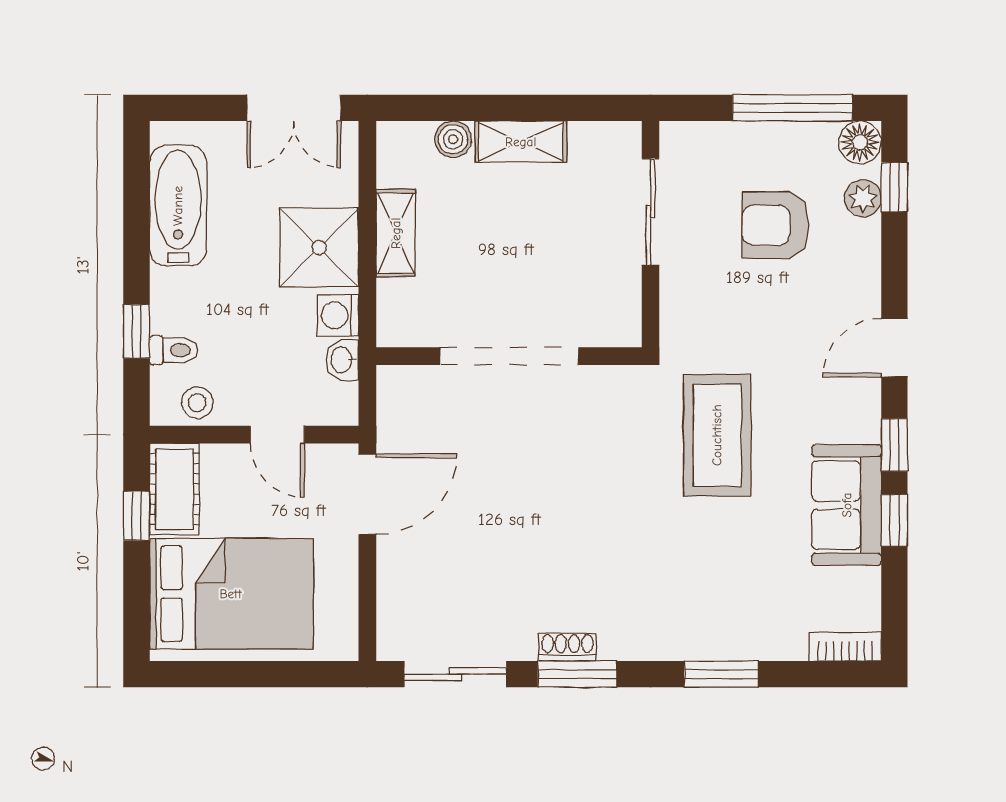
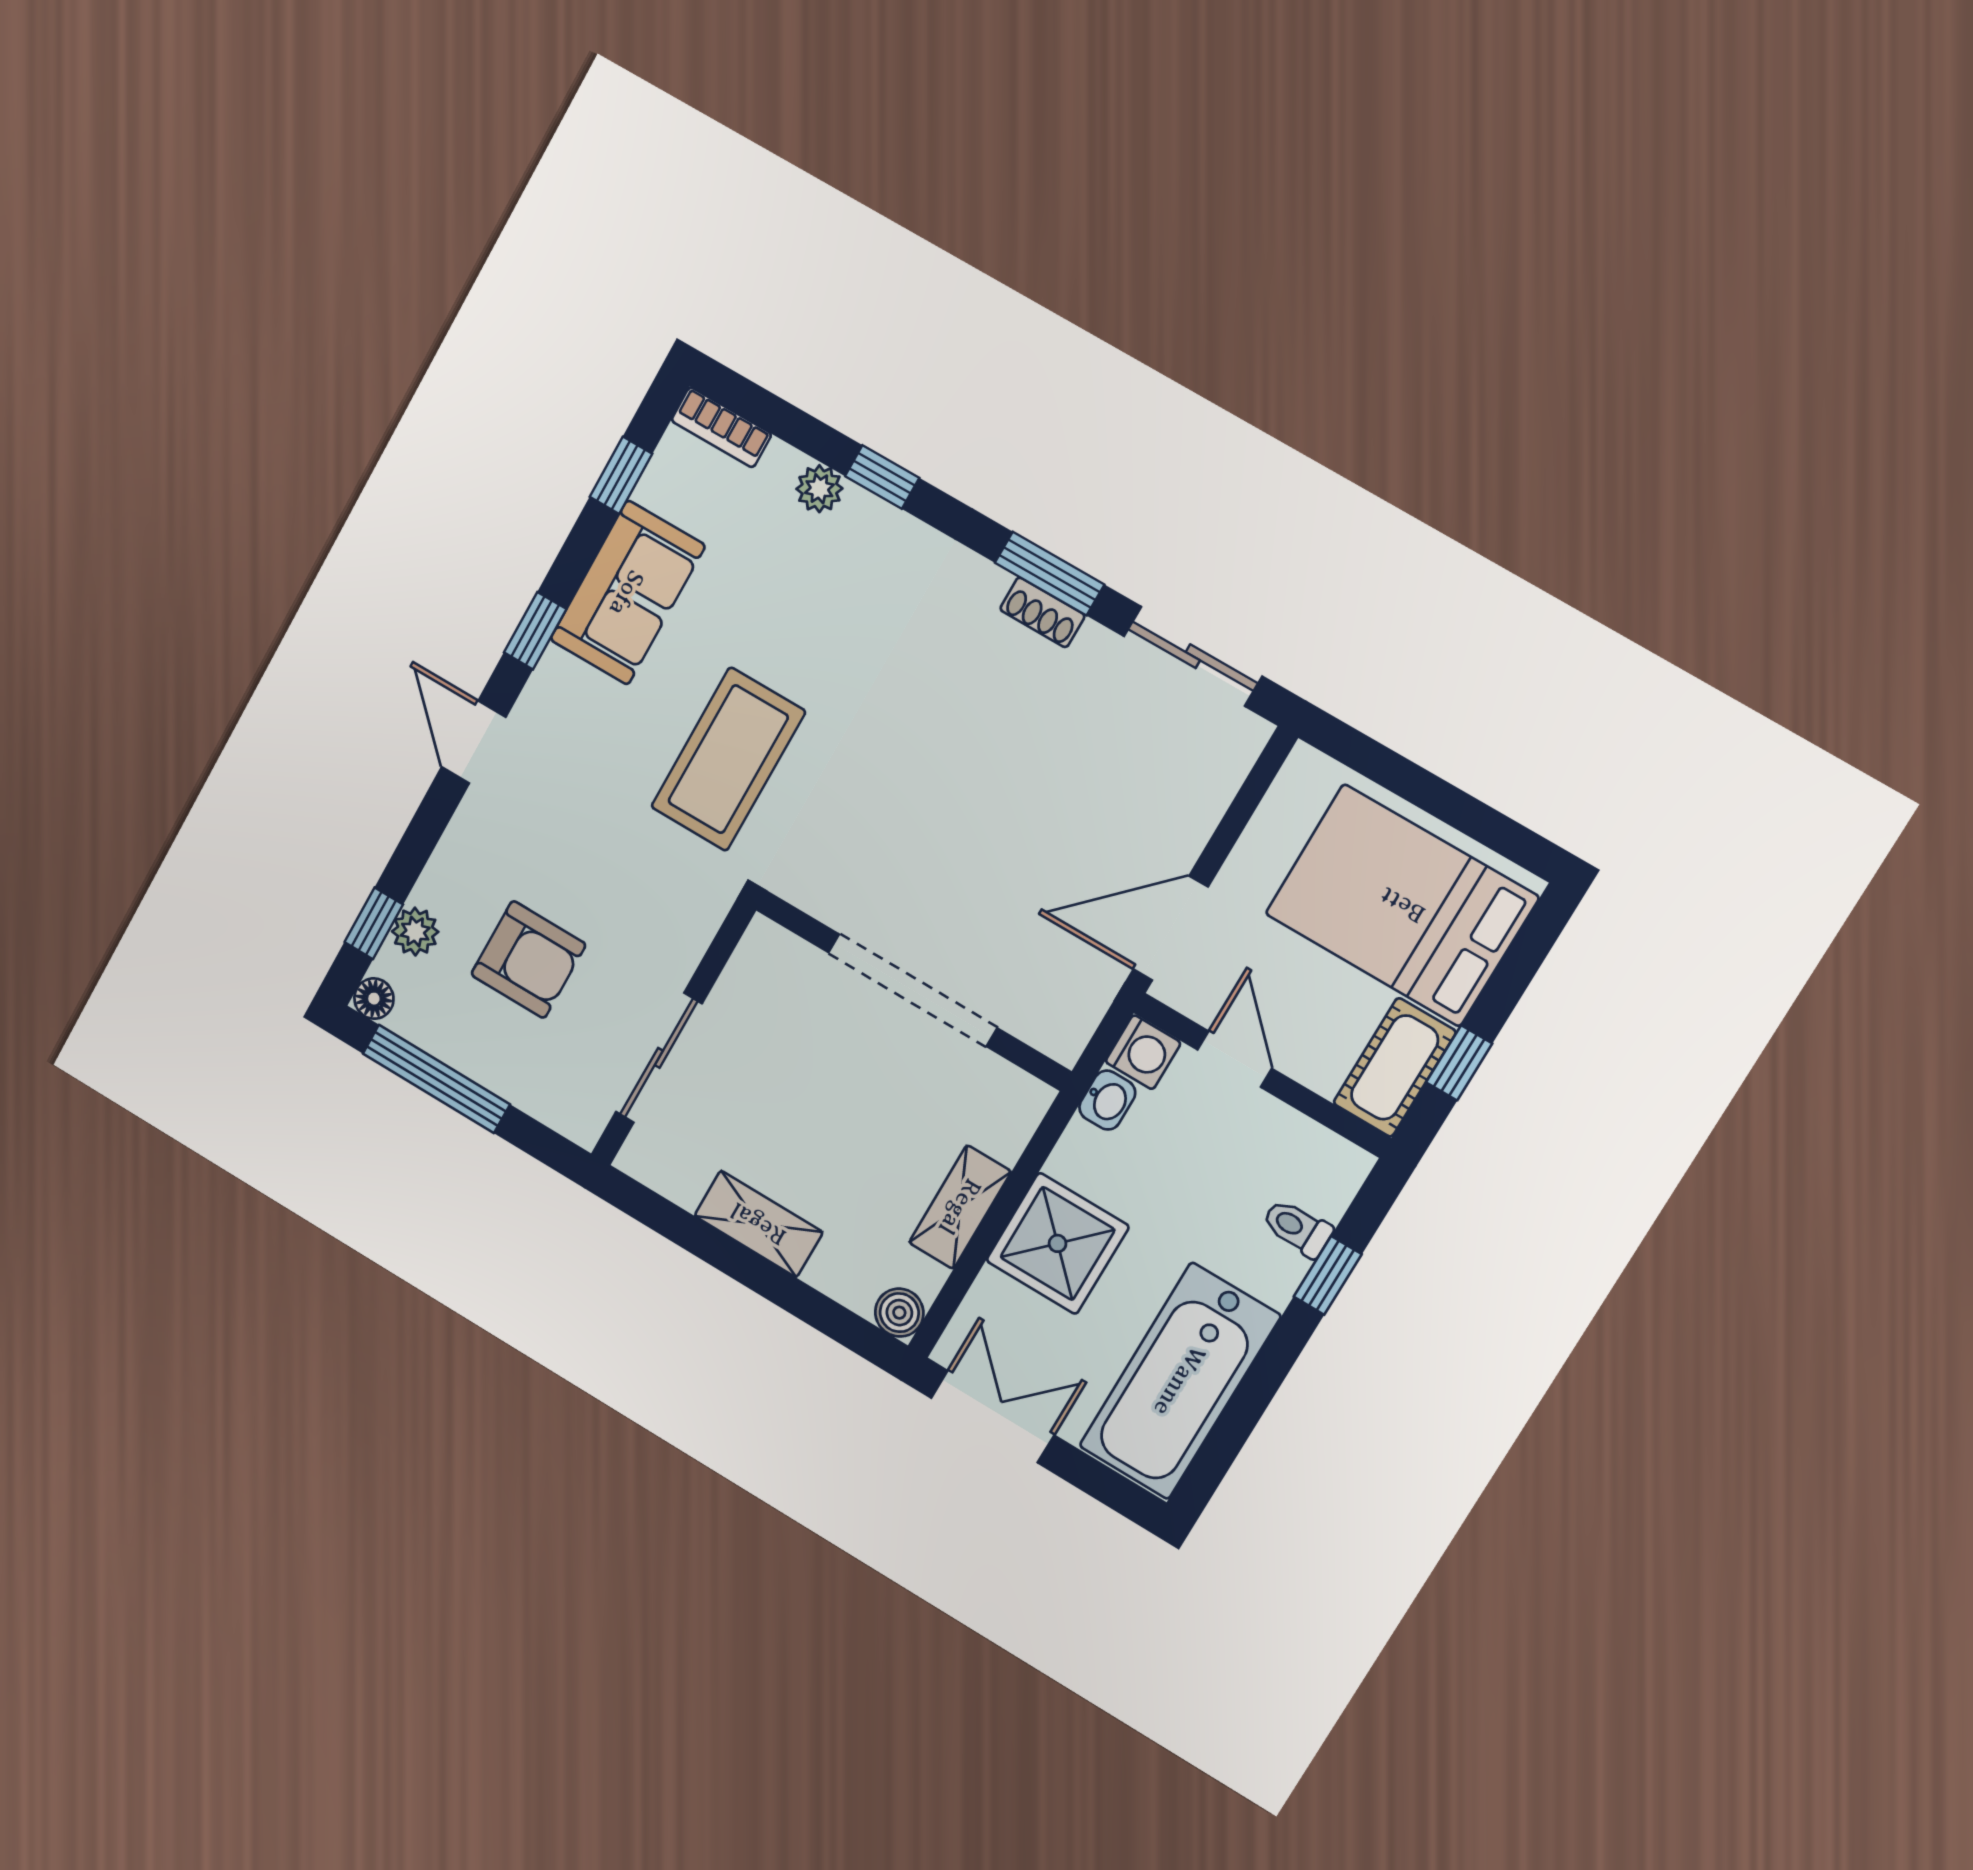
boiler: (453, 139) -> (899, 1313), moved
floor lamp: (860, 142) -> (374, 999), width x0.73, depth x0.73
bathtub: (178, 206) -> (1180, 1381), width x1.36, depth x1.36
washing machine: (338, 315) -> (1143, 1052), moved
door: (894, 348) -> (474, 742), swing flipped
stool: (197, 403) -> (1307, 1151), removed
window: (894, 520) -> (621, 475), moved
plant: (758, 644) -> (819, 489), added
window: (721, 674) -> (882, 477), width x0.67

